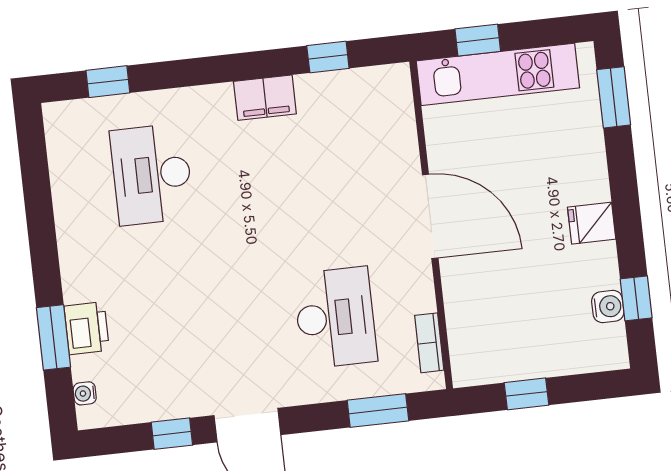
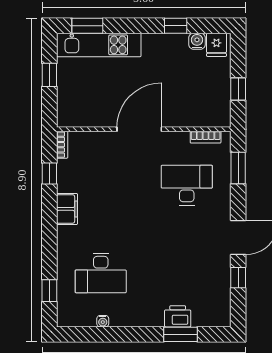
window: (478, 40) -> (49, 75), moved
kitchen unit: (498, 74) -> (99, 45), moved, turned 90
bookcase: (385, 75) -> (62, 145), added
fridge: (592, 223) -> (216, 45), moved
window: (636, 298) -> (176, 26), moved
water cooler: (85, 393) -> (103, 321), moved

